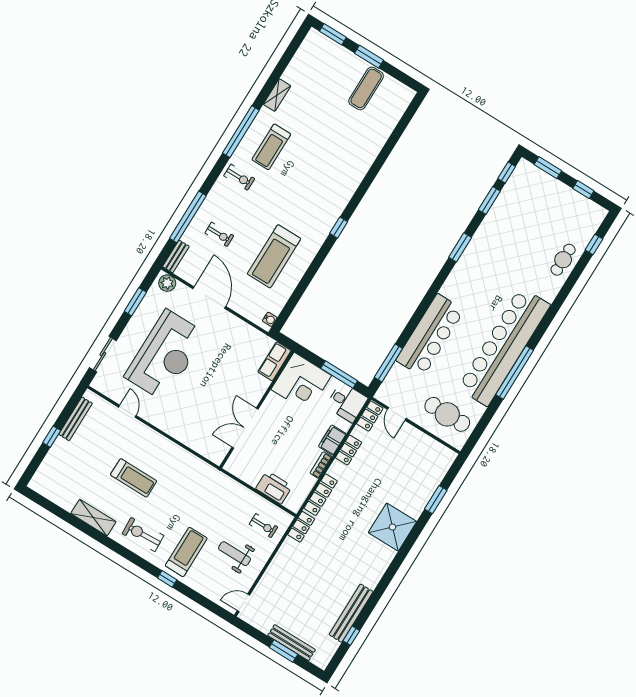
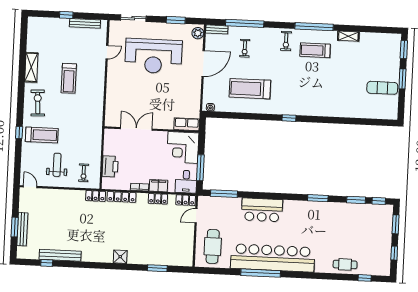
bar counter: (430, 335) -> (262, 210), width x0.73
shower: (392, 527) -> (120, 257), width x0.54, depth x0.54

